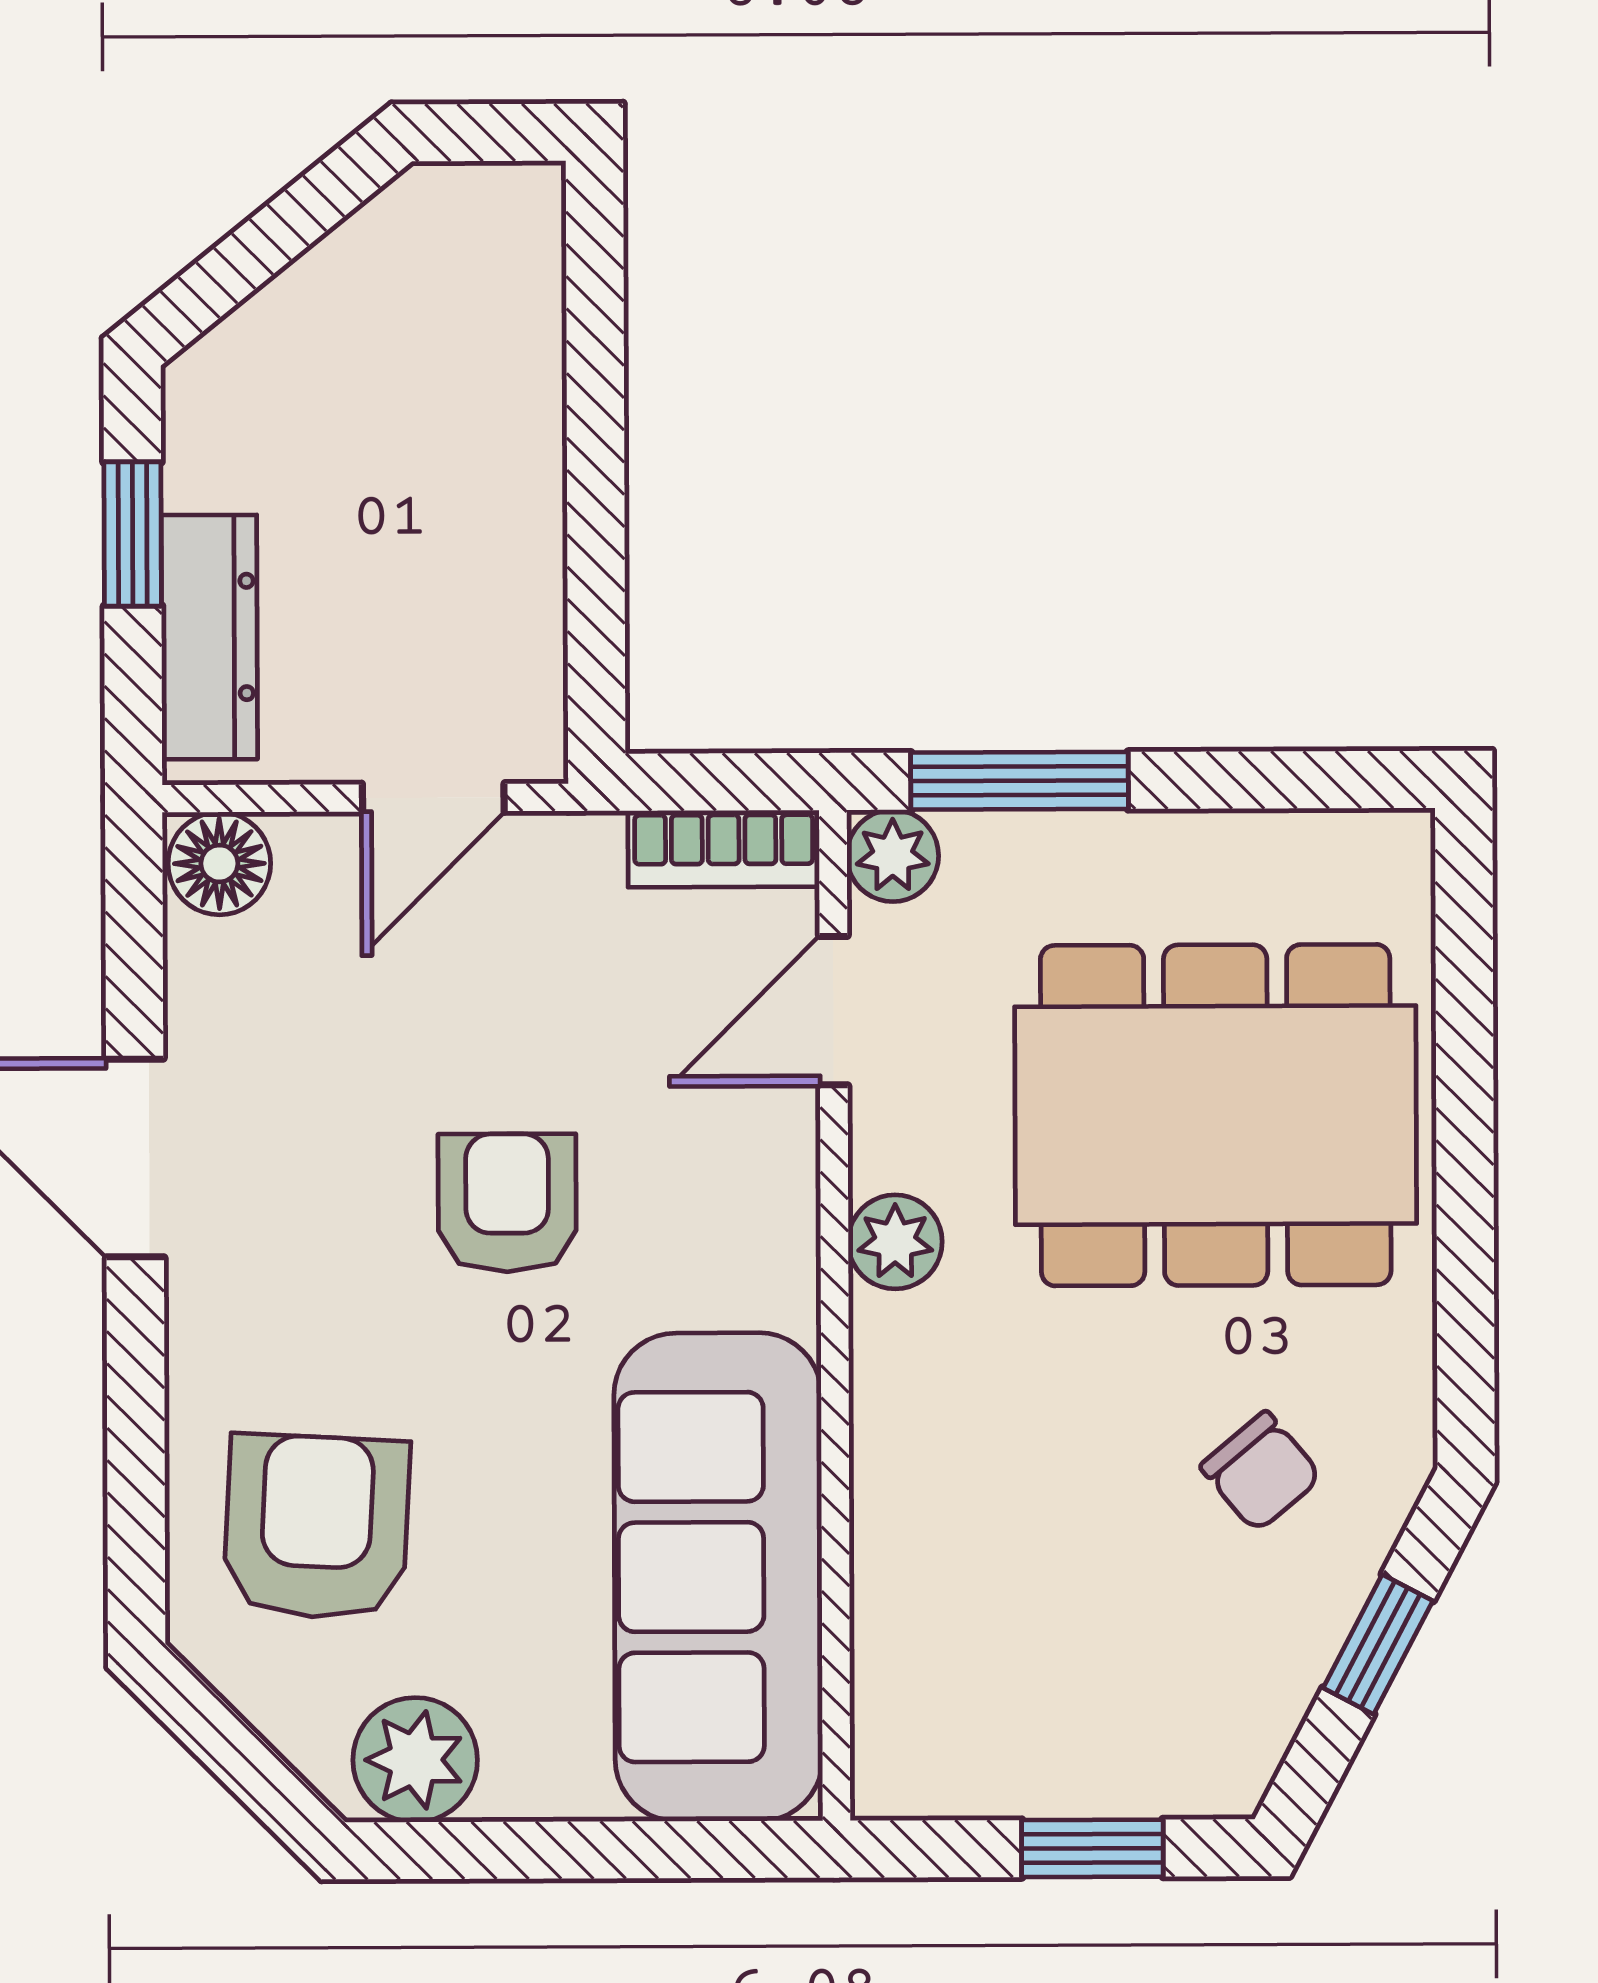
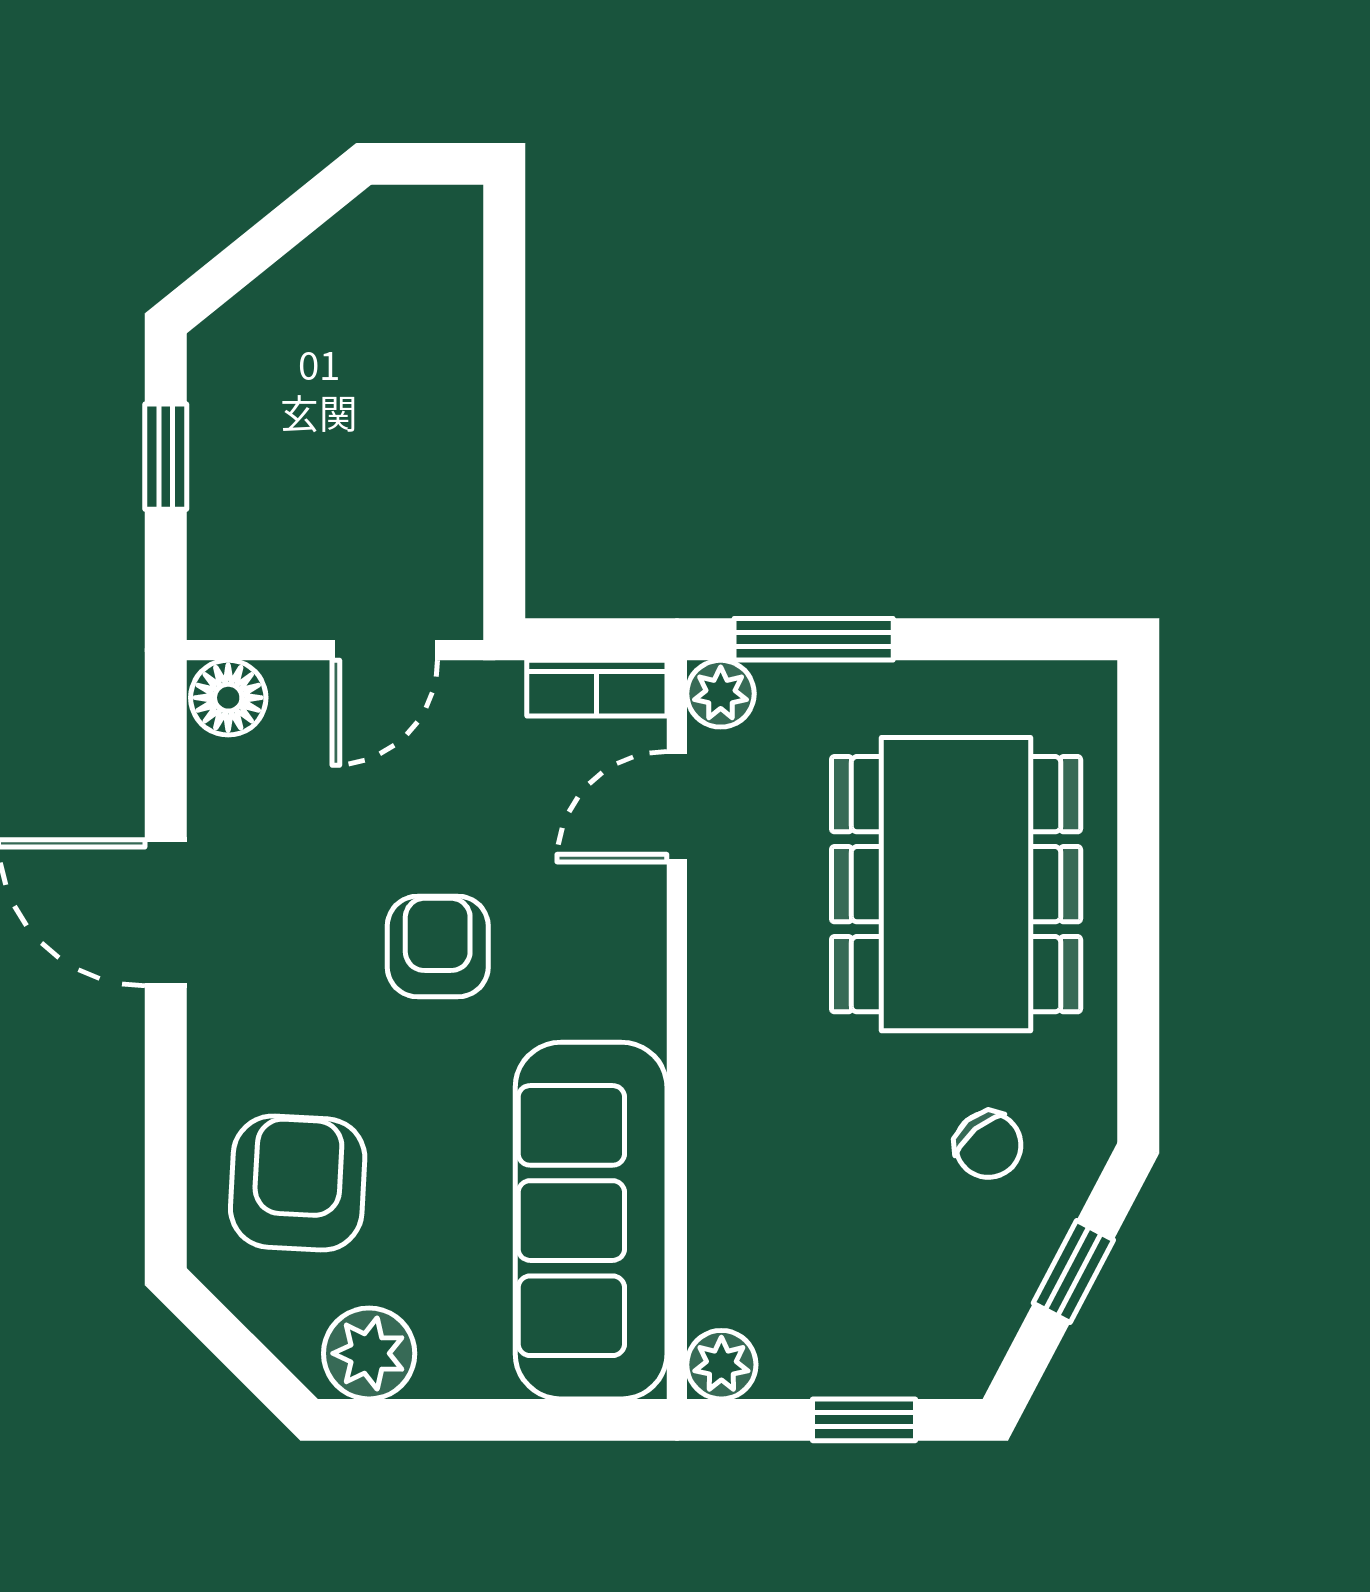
dresser: (209, 637) -> (222, 532), removed
dining table: (1216, 1115) -> (956, 884), turned 90
plant: (895, 1242) -> (721, 1365), moved

